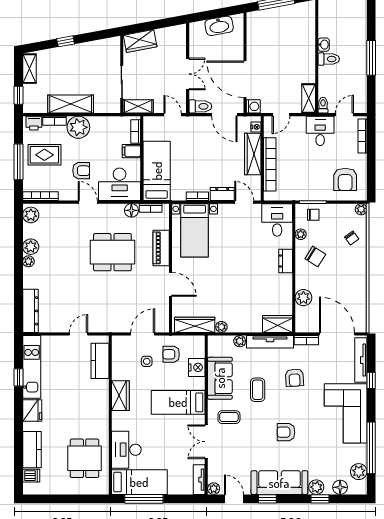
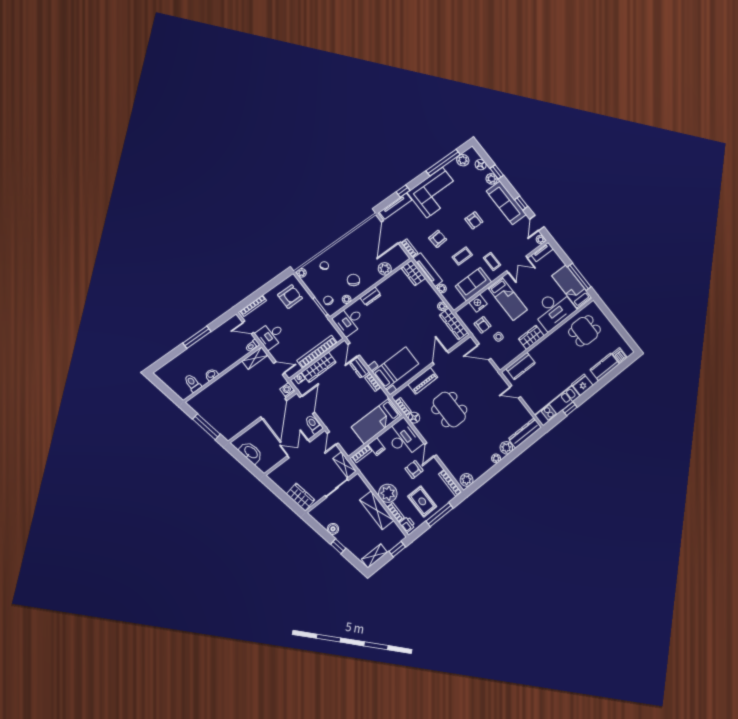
boiler: (86, 49) -> (333, 529), added
toilet: (329, 59) -> (193, 383), moved
plant: (31, 247) -> (506, 448), moved
desk: (126, 450) -> (554, 310), width x1.36, depth x1.30

